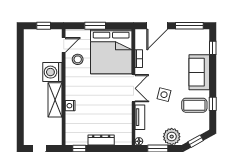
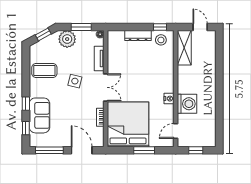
door: (157, 26) -> (82, 150), hinge flipped
stool: (78, 59) -> (161, 40), moved
sofa: (199, 72) -> (39, 115), moved
double door: (133, 88) -> (106, 87), swing flipped
shelving: (55, 100) -> (184, 48), moved
window: (213, 104) -> (26, 104), moved
nightstand: (70, 106) -> (169, 99), moved

